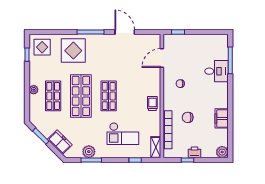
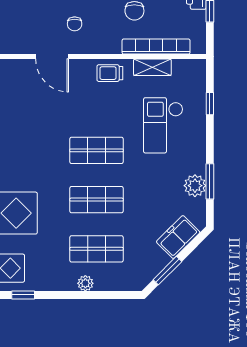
door: (162, 58) -> (52, 56), moved
shop shelf: (81, 96) -> (97, 200), width x0.70, depth x0.74
checkout: (123, 134) -> (163, 125), turned 180
shelving: (156, 147) -> (152, 67), moved

